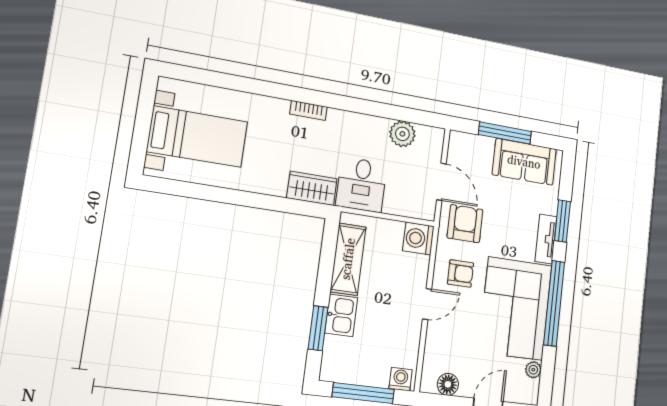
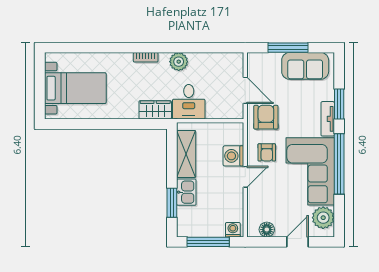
plant: (402, 134) -> (179, 62), moved
washing machine: (418, 238) -> (233, 156), moved
armchair: (461, 273) -> (267, 152), turned 90
plant: (533, 370) -> (323, 218), width x1.88, depth x1.88

